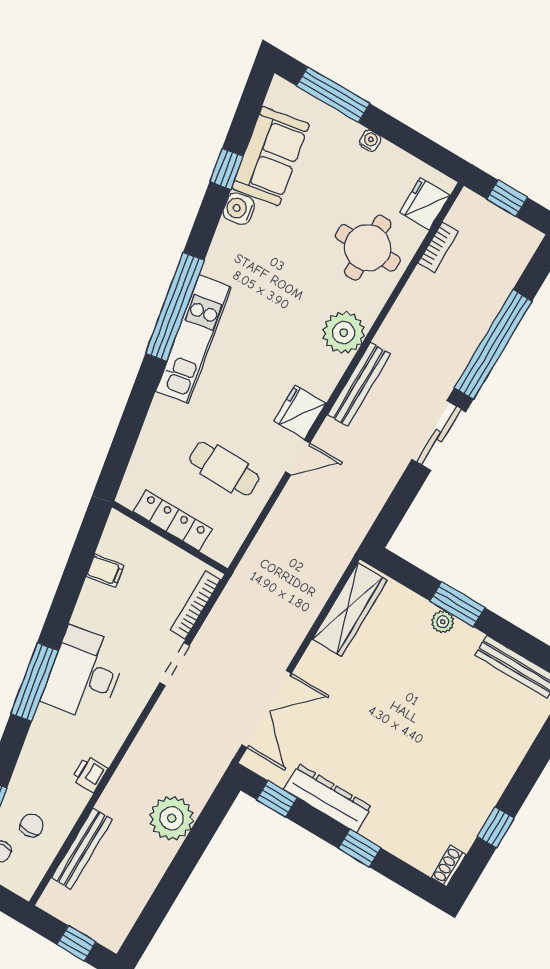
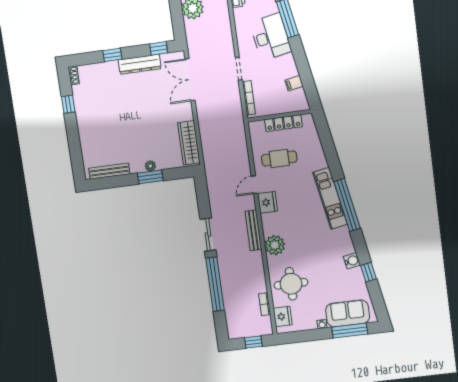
sofa: (270, 156) -> (348, 313), moved, turned 100

